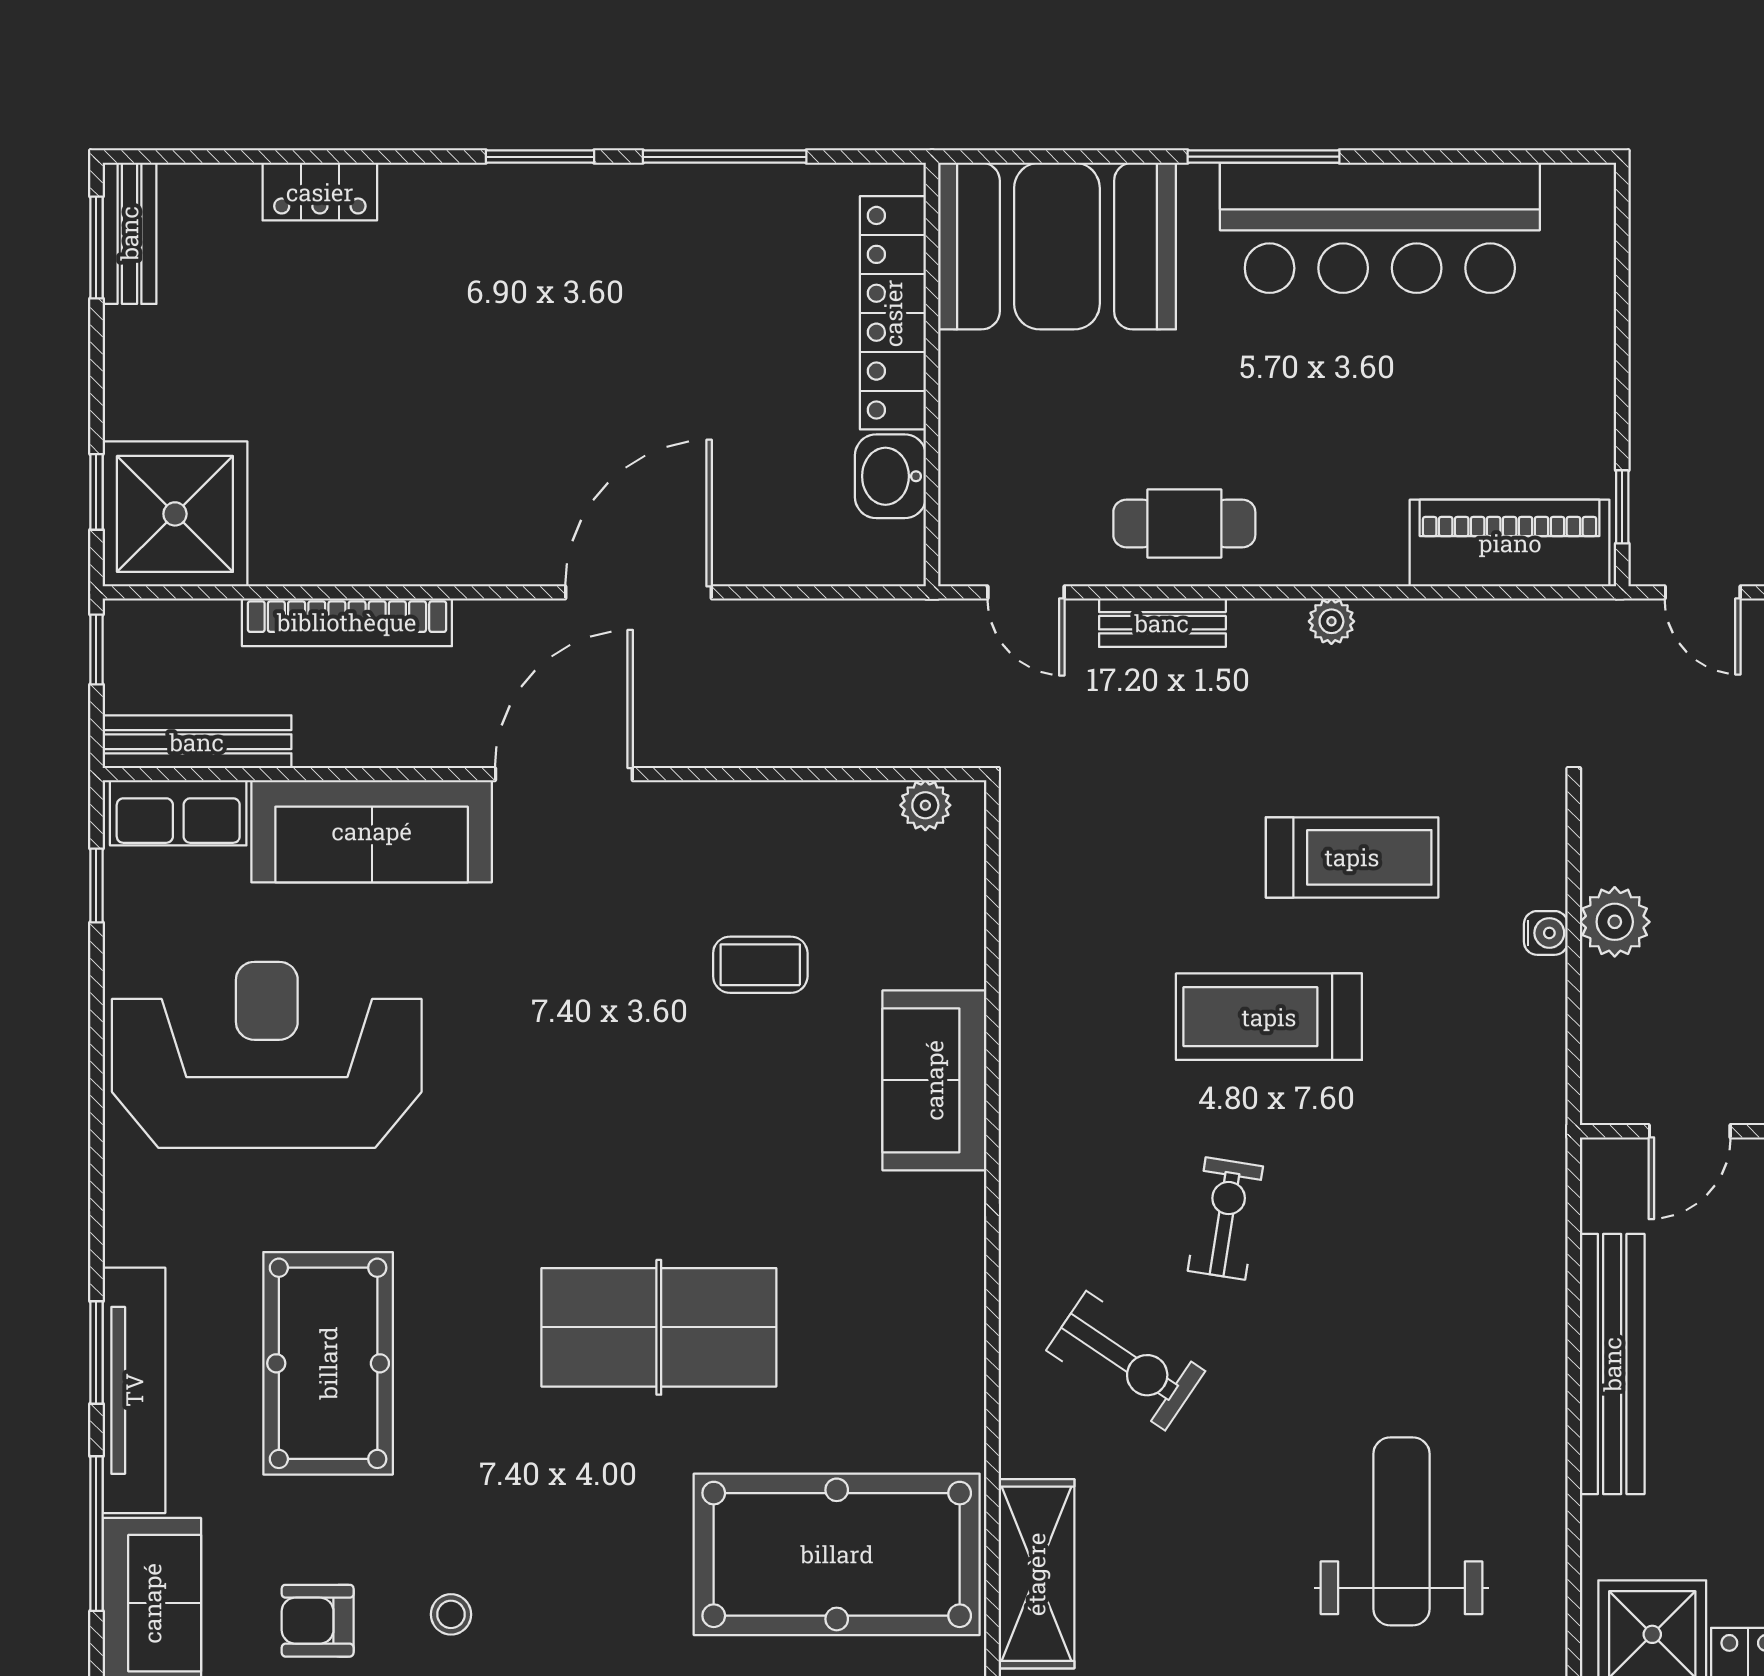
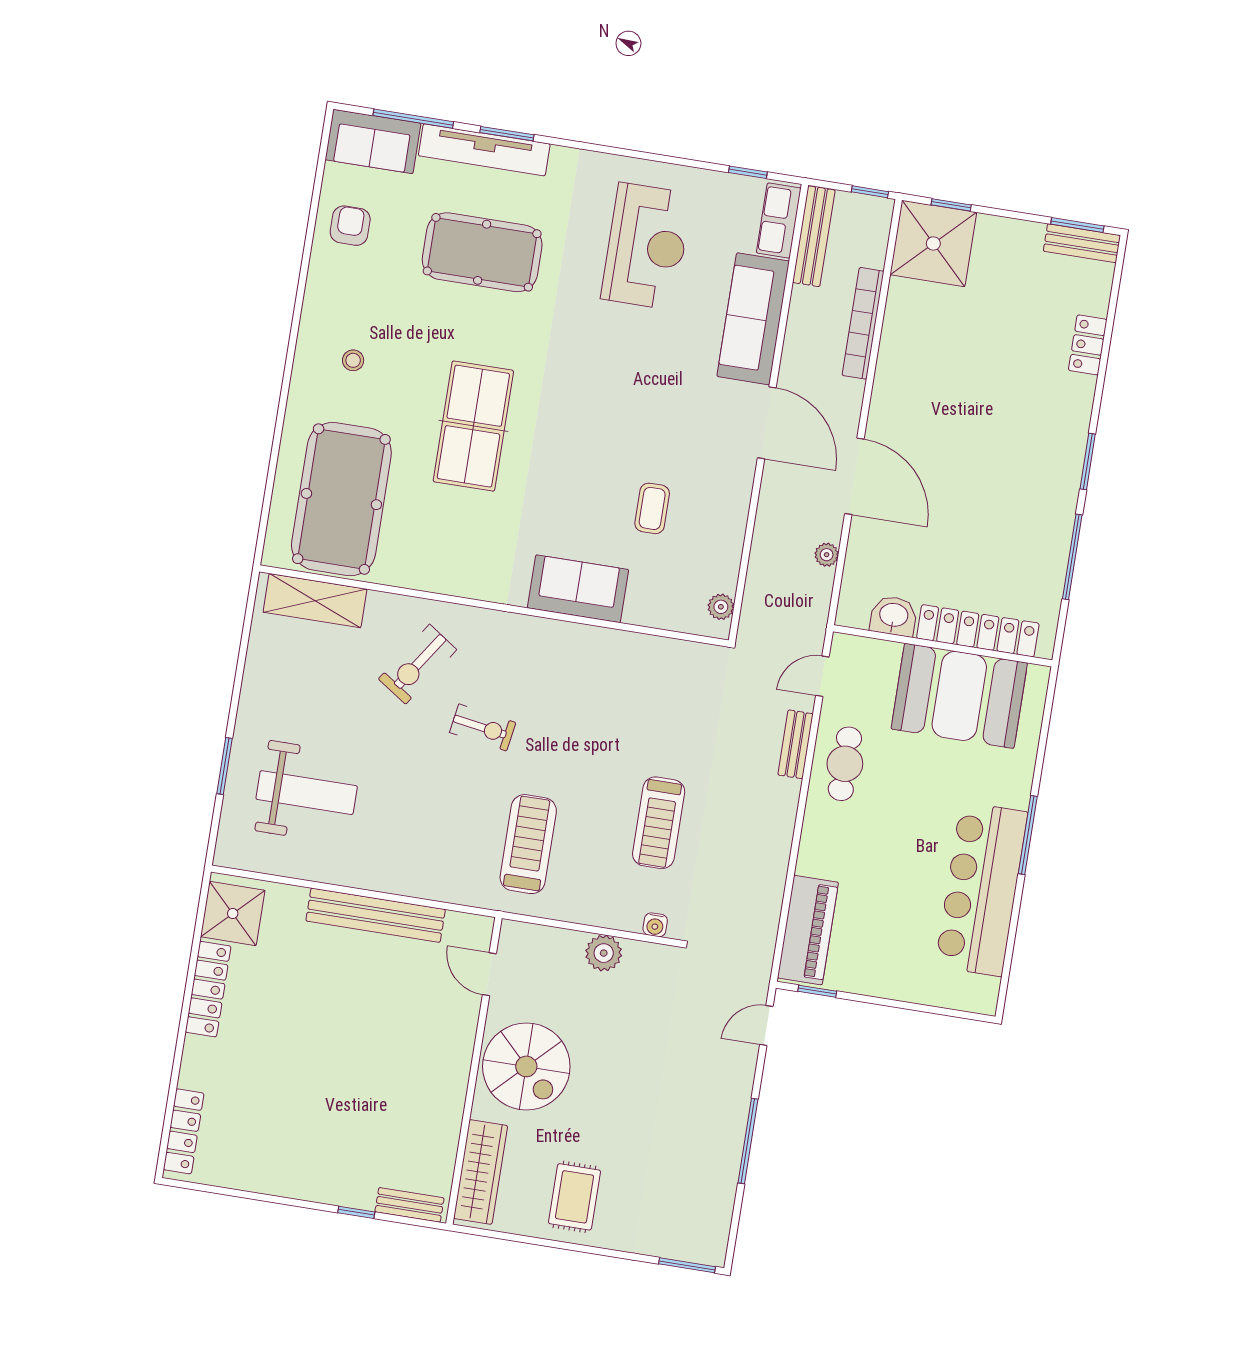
booth: (1057, 246) -> (959, 696), moved, turned 90
plant: (1331, 621) -> (827, 555), moved
water cooler: (1546, 933) -> (655, 925), moved
treadmill: (1269, 1017) -> (528, 844), moved
reception desk: (267, 1055) -> (646, 246), width x0.74, depth x0.77
stool: (451, 1614) -> (353, 360), moved

